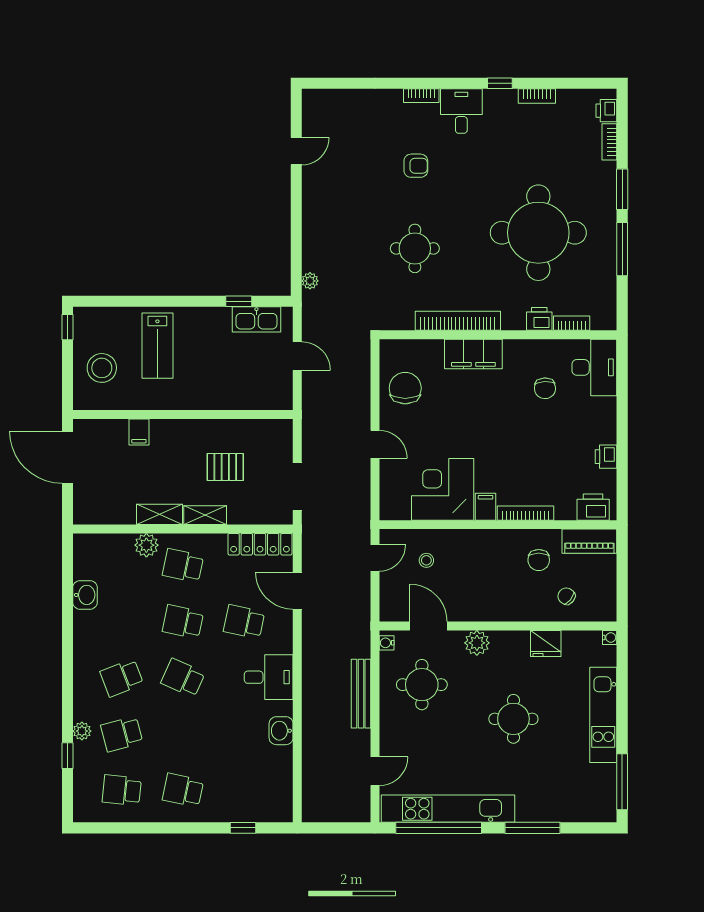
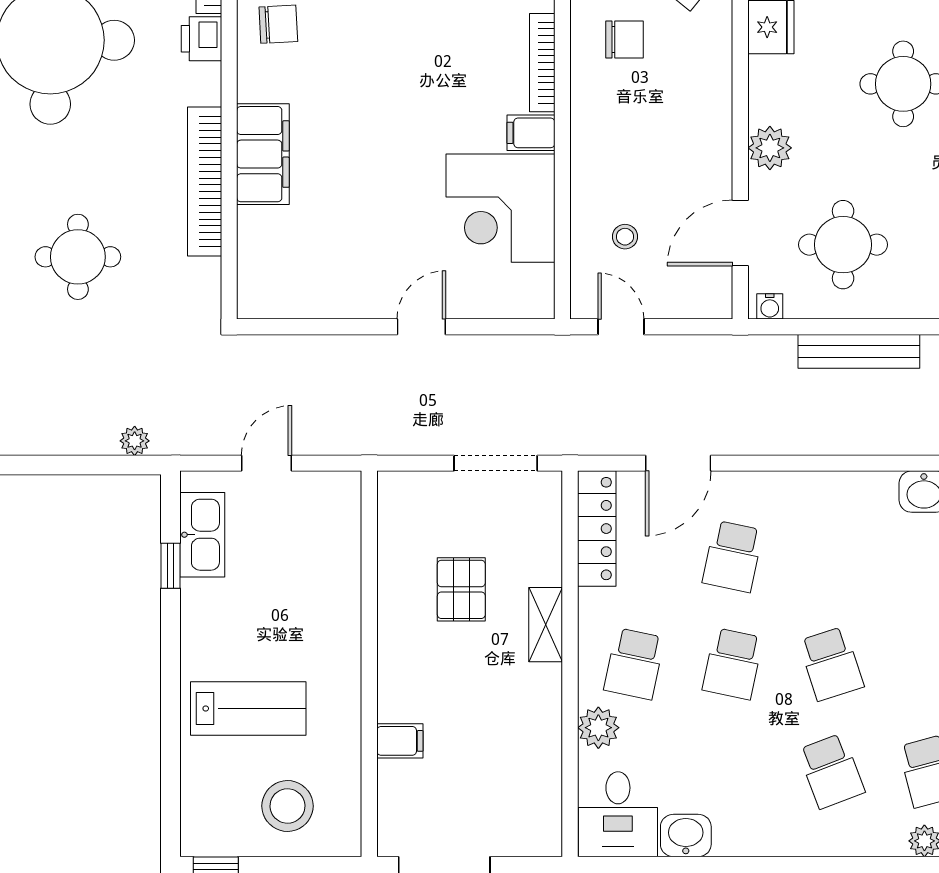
chair: (405, 388) -> (323, 274), removed
chair: (545, 388) -> (278, 24), moved
shelving: (159, 514) -> (544, 705), removed
desk: (269, 677) -> (618, 814), moved, turned 180
school desk: (183, 678) -> (831, 664), turned -42

